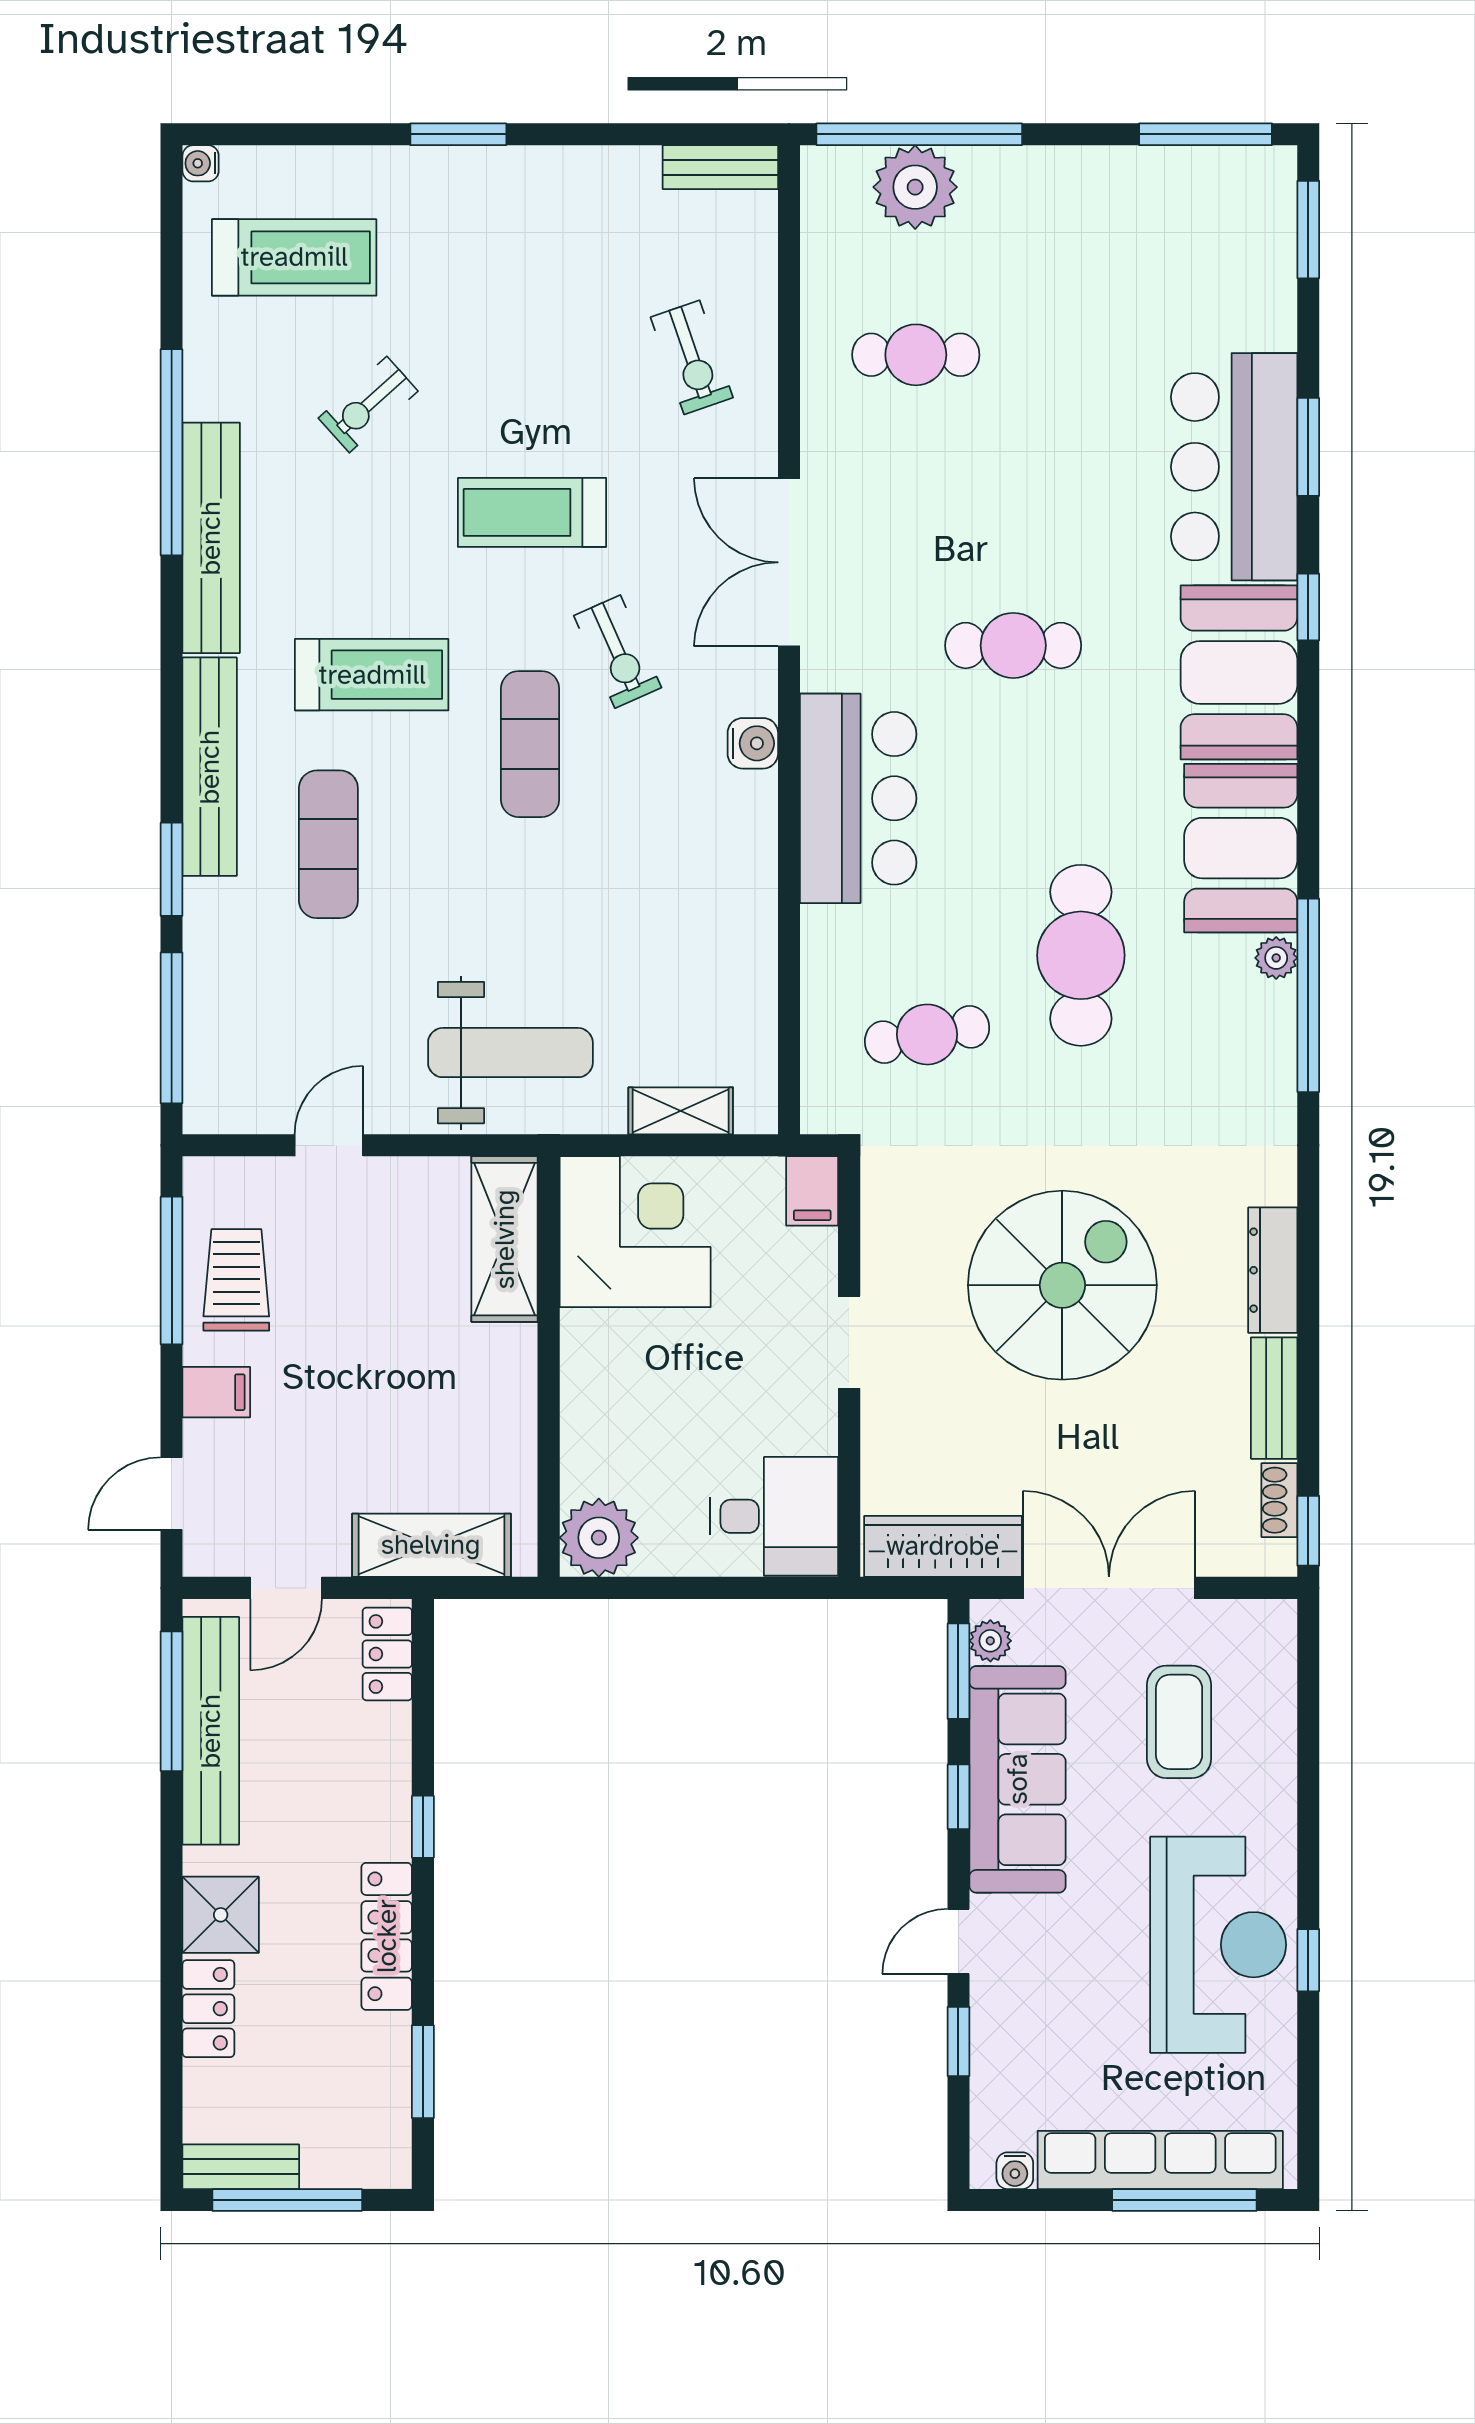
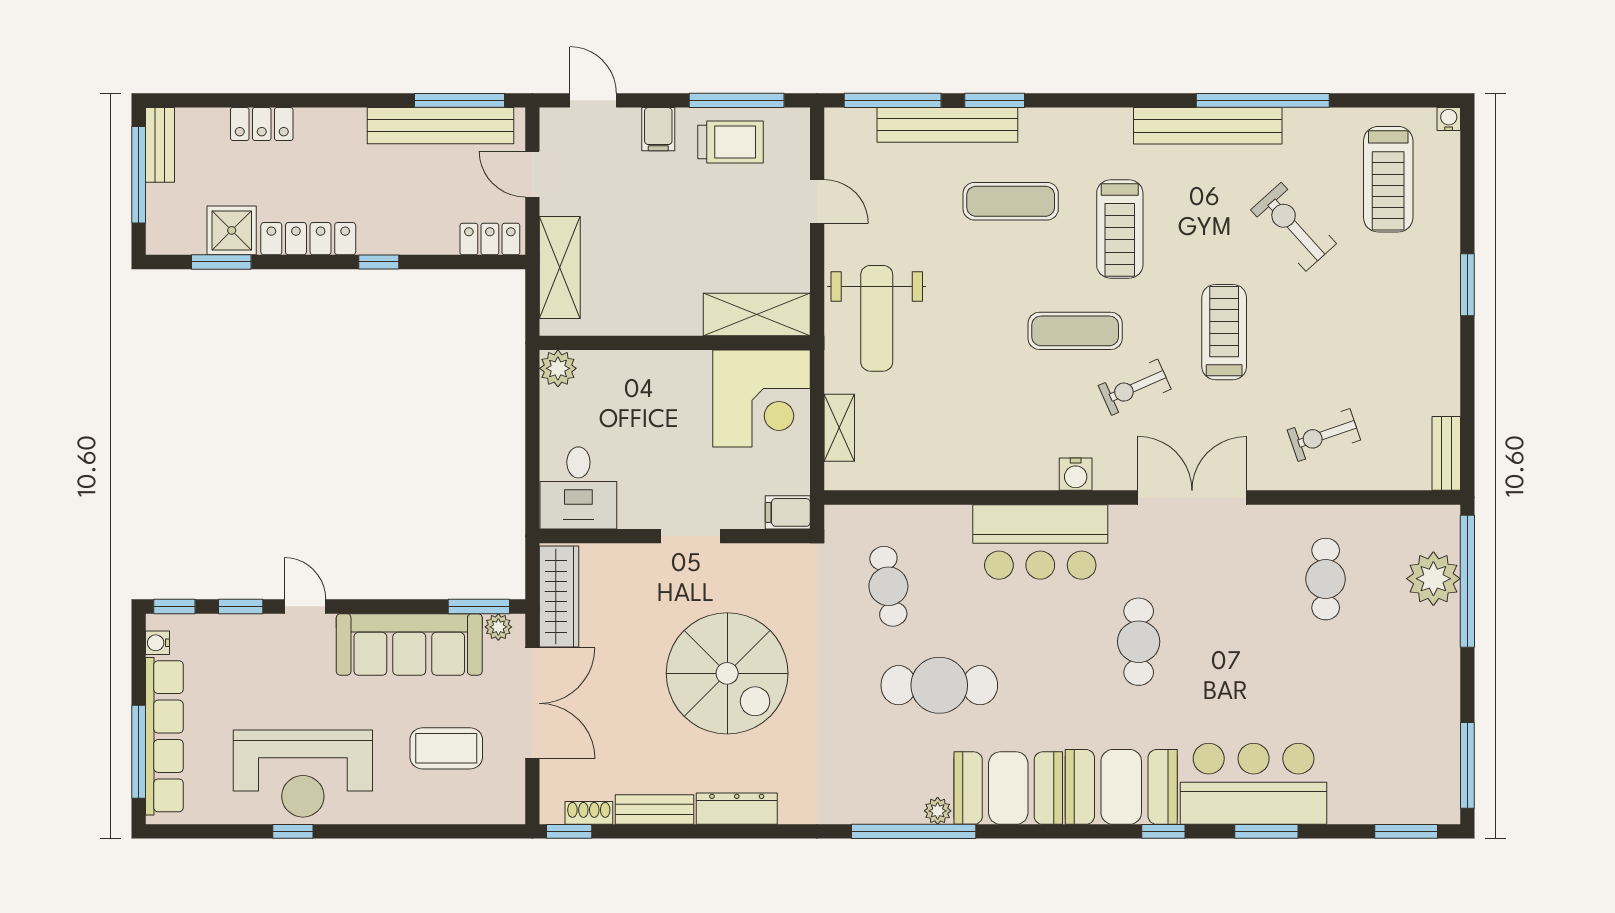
exercise bike: (368, 405) -> (1294, 227), width x1.38, depth x1.39
bench: (210, 767) -> (947, 125), moved
plant: (599, 1538) -> (558, 368), width x0.73, depth x0.73
window: (958, 1797) -> (174, 606), moved
shower: (221, 1915) -> (232, 230), moved

